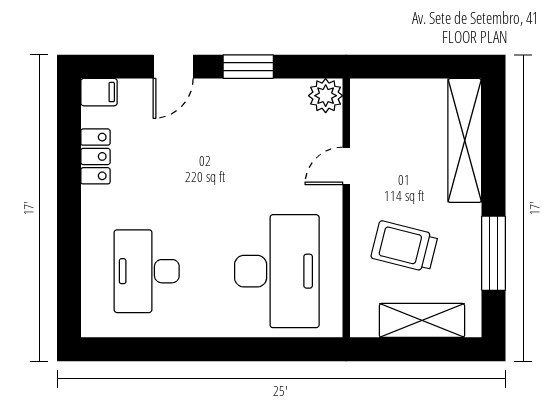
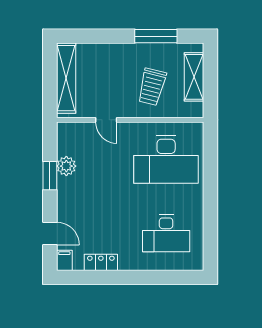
door: (173, 67) -> (50, 233), moved
plant: (326, 96) -> (66, 166), moved
shelving: (465, 140) -> (66, 78), moved, turned 90
desk: (277, 271) -> (166, 159), turned 180

